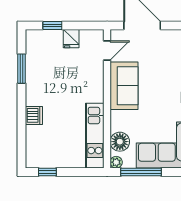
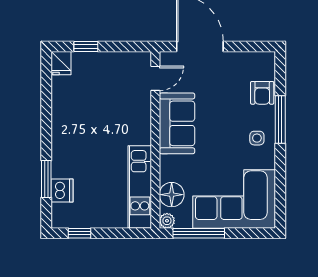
fridge: (71, 39) -> (61, 63), moved
window: (21, 69) -> (46, 179), moved
dishwasher: (34, 115) -> (62, 191), moved

